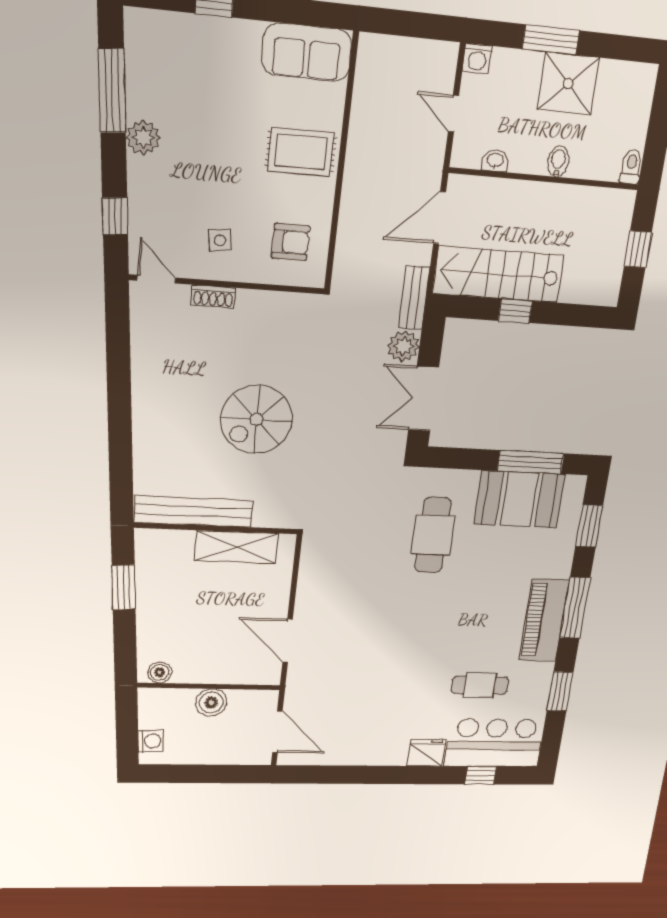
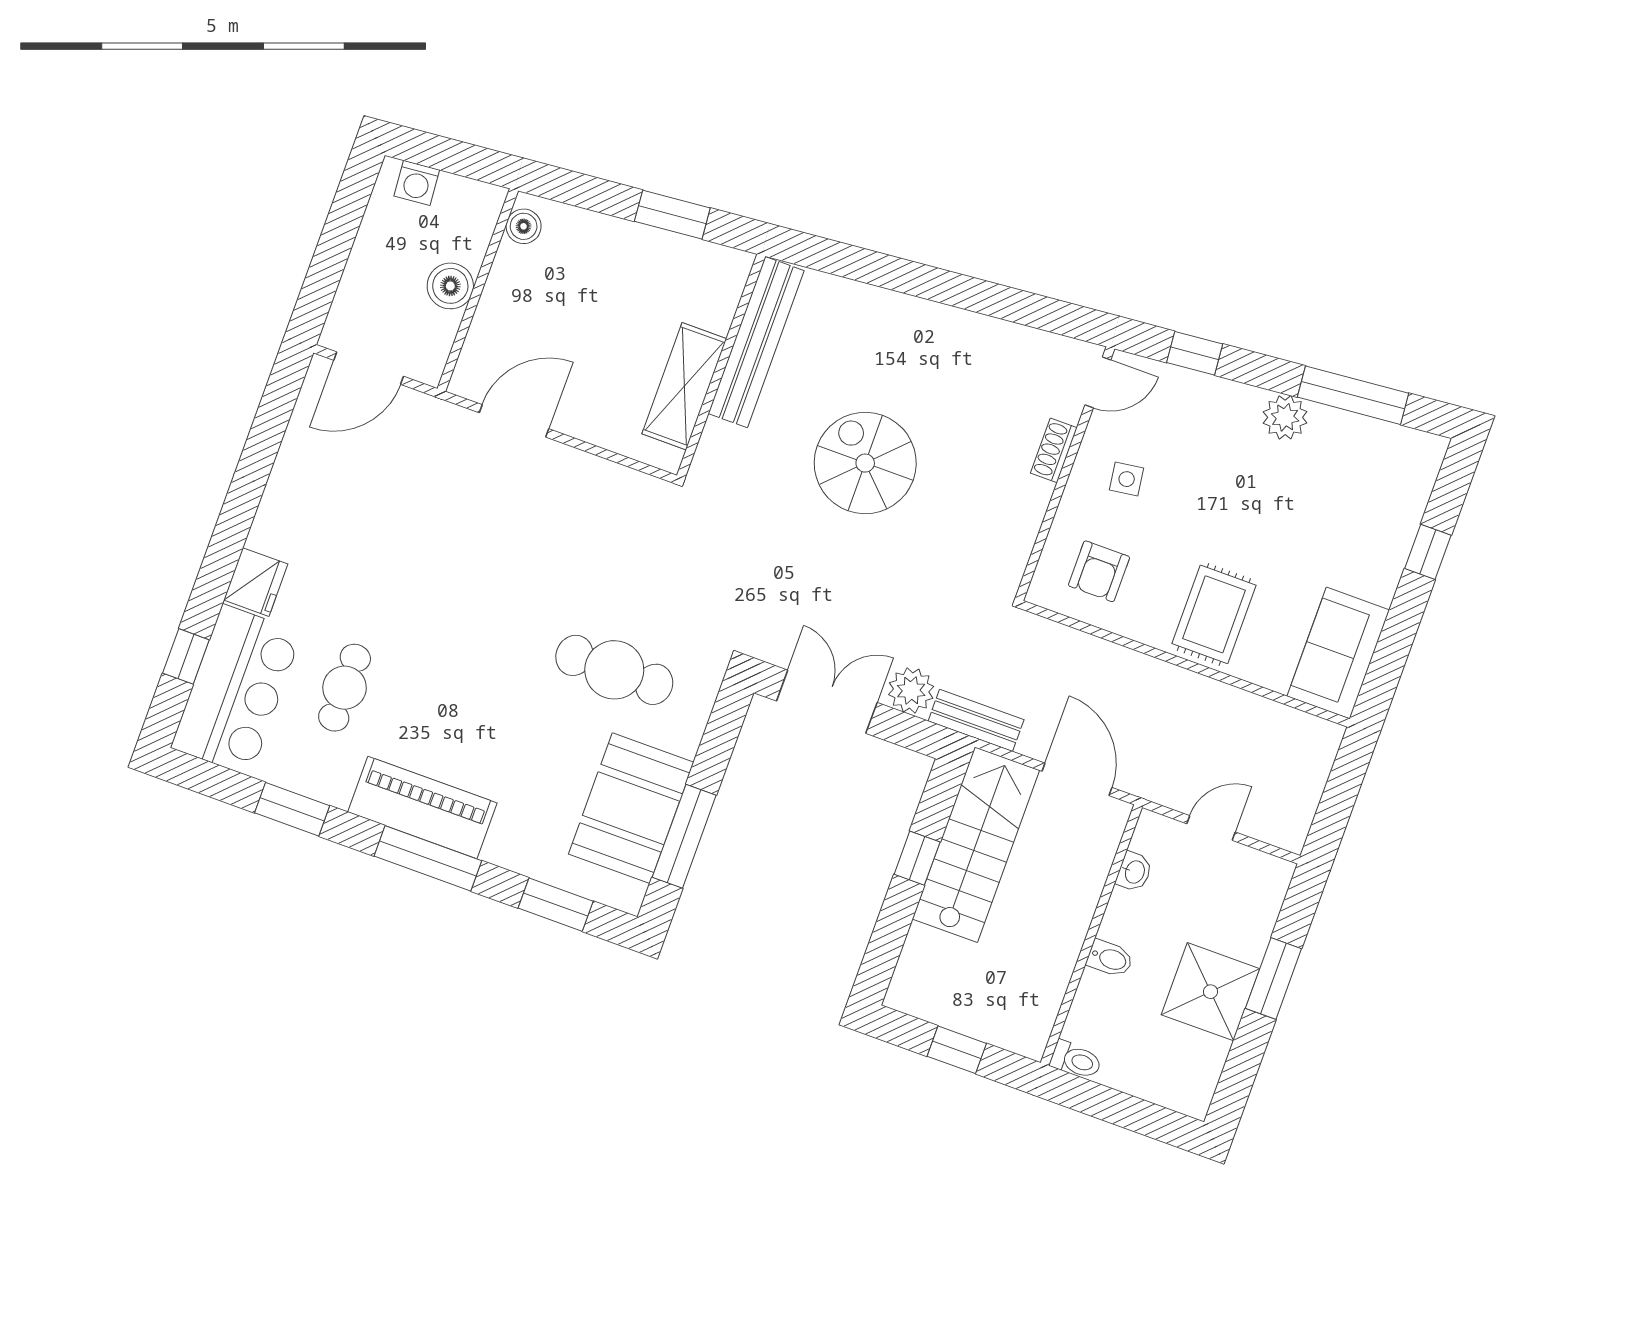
washing machine: (477, 59) -> (1274, 875), removed

